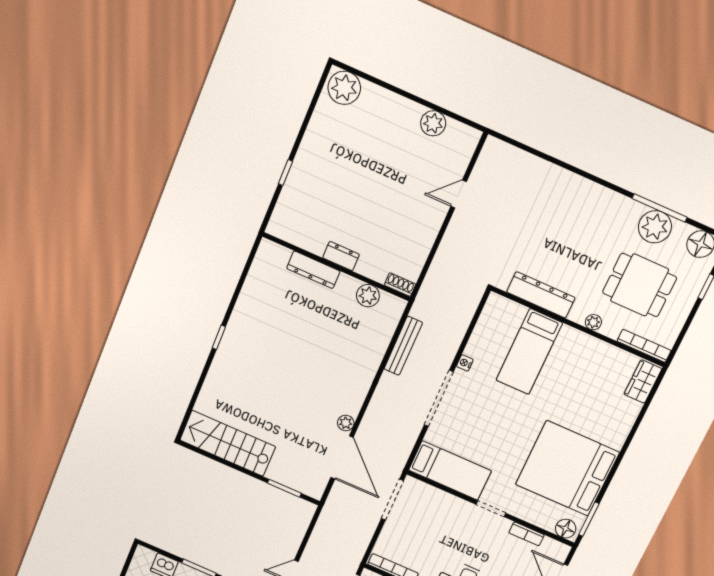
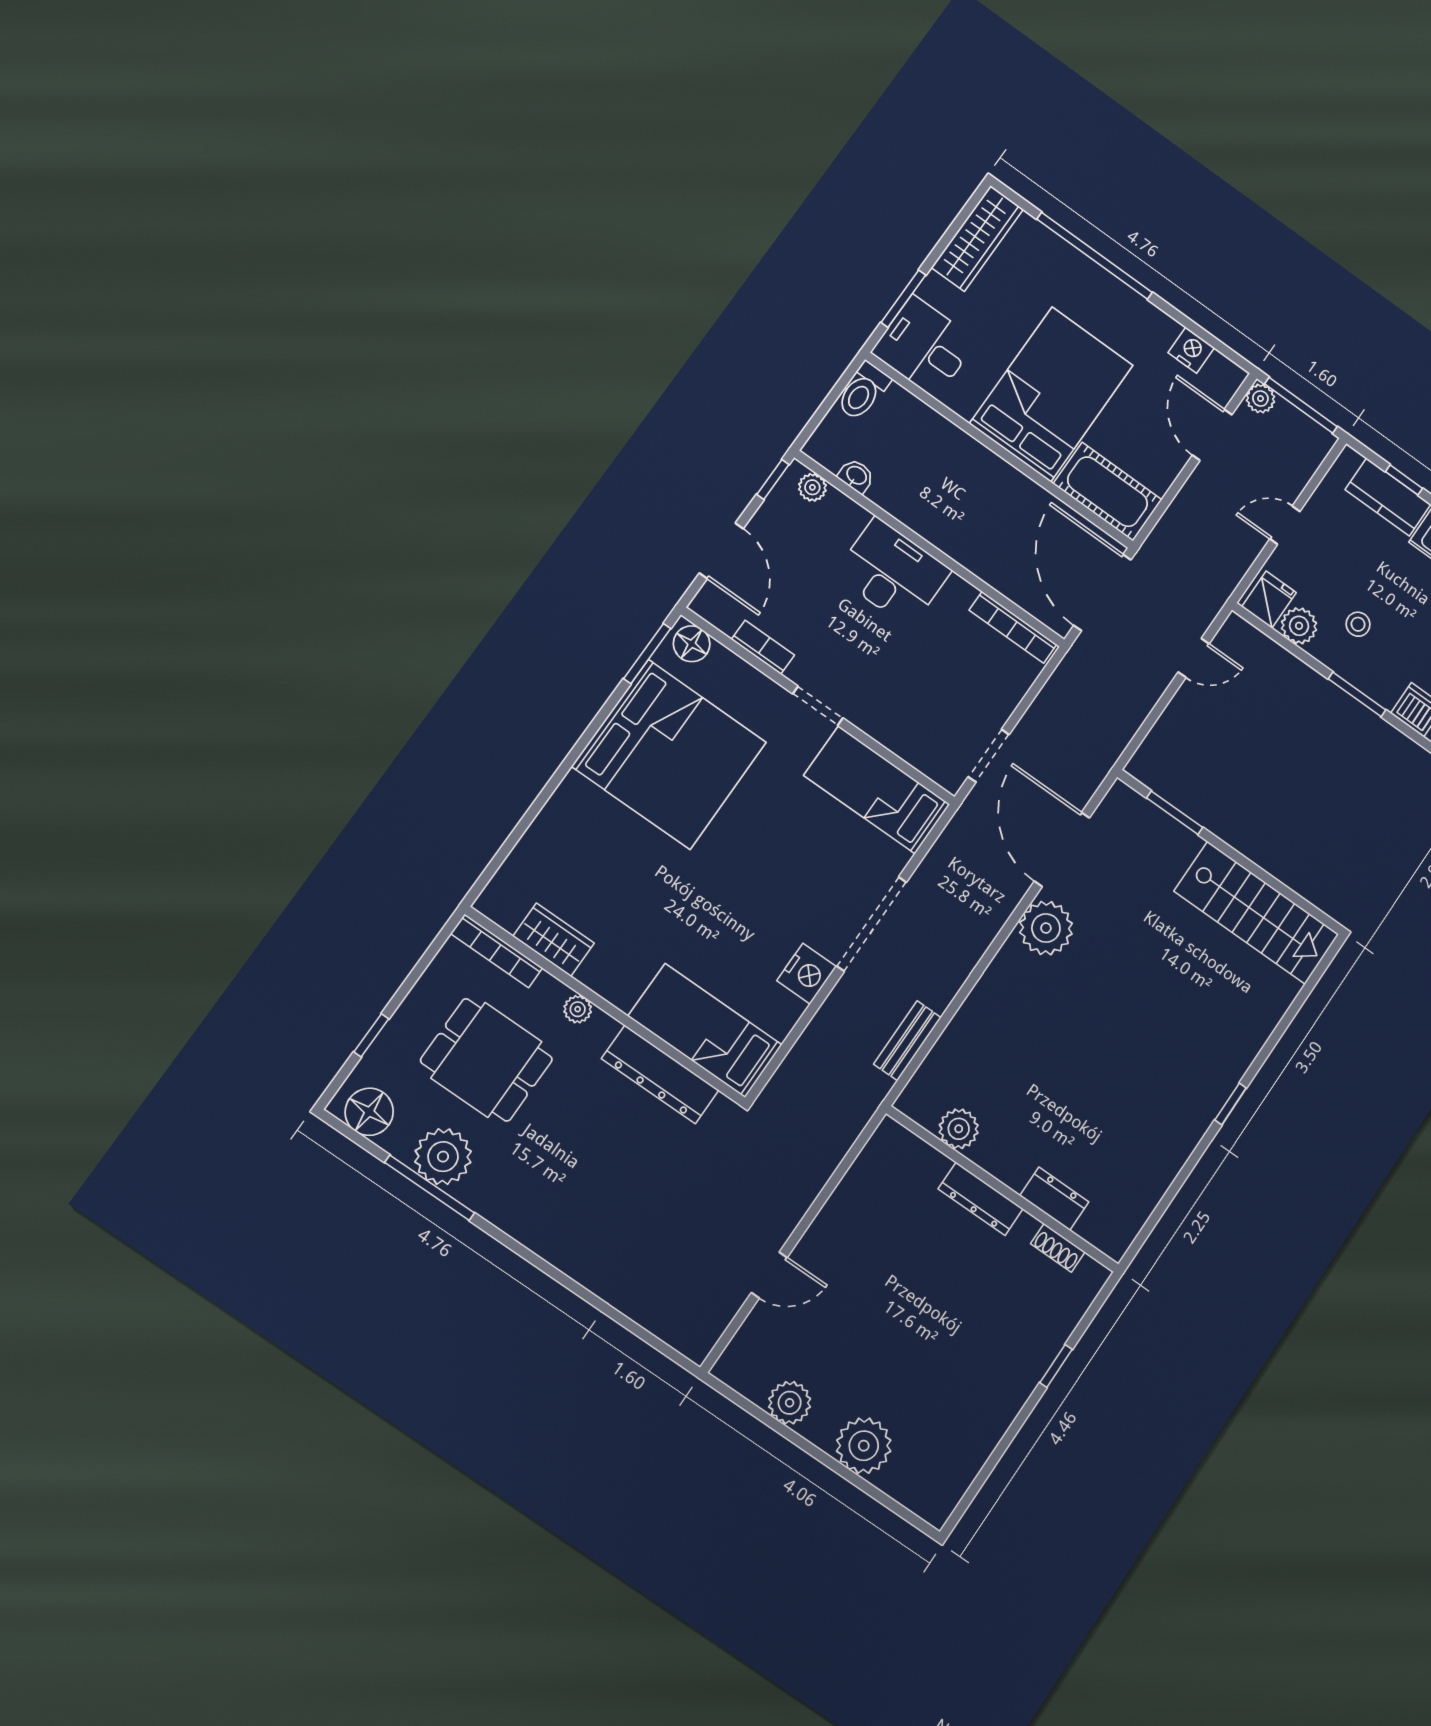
plant: (344, 88) -> (864, 1446), moved
dresser: (341, 256) -> (981, 1199), width x1.44
dresser: (313, 270) -> (1054, 1199), width x0.70
shoe rack: (400, 285) -> (1058, 1248), moved
bench: (403, 346) -> (907, 1041), width x0.73
bed: (529, 352) -> (705, 1031), moved, turned -90
nightstand: (465, 363) -> (807, 974), width x1.89, depth x1.79
wardrobe: (643, 381) -> (553, 940), moved, turned -90
plant: (346, 423) -> (1046, 928), width x1.87, depth x1.87
doorway: (392, 500) -> (989, 756), width x0.73

